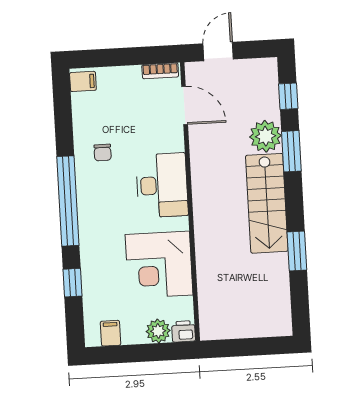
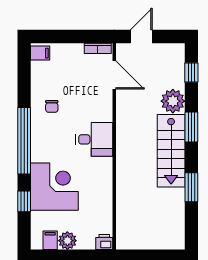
window: (291, 151) -> (191, 127), moved
desk: (162, 185) -> (94, 139), width x0.73
corner desk: (159, 265) -> (54, 187), moved, turned 180
plant: (158, 331) -> (67, 241), moved

